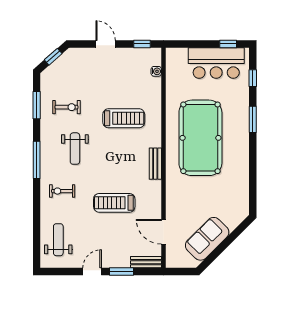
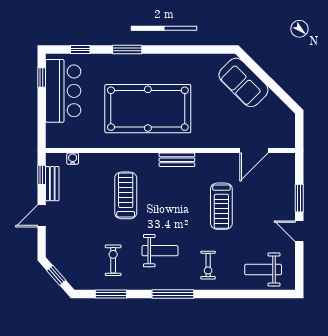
sofa: (207, 239) -> (243, 82), moved
bench: (146, 262) -> (52, 184), moved

